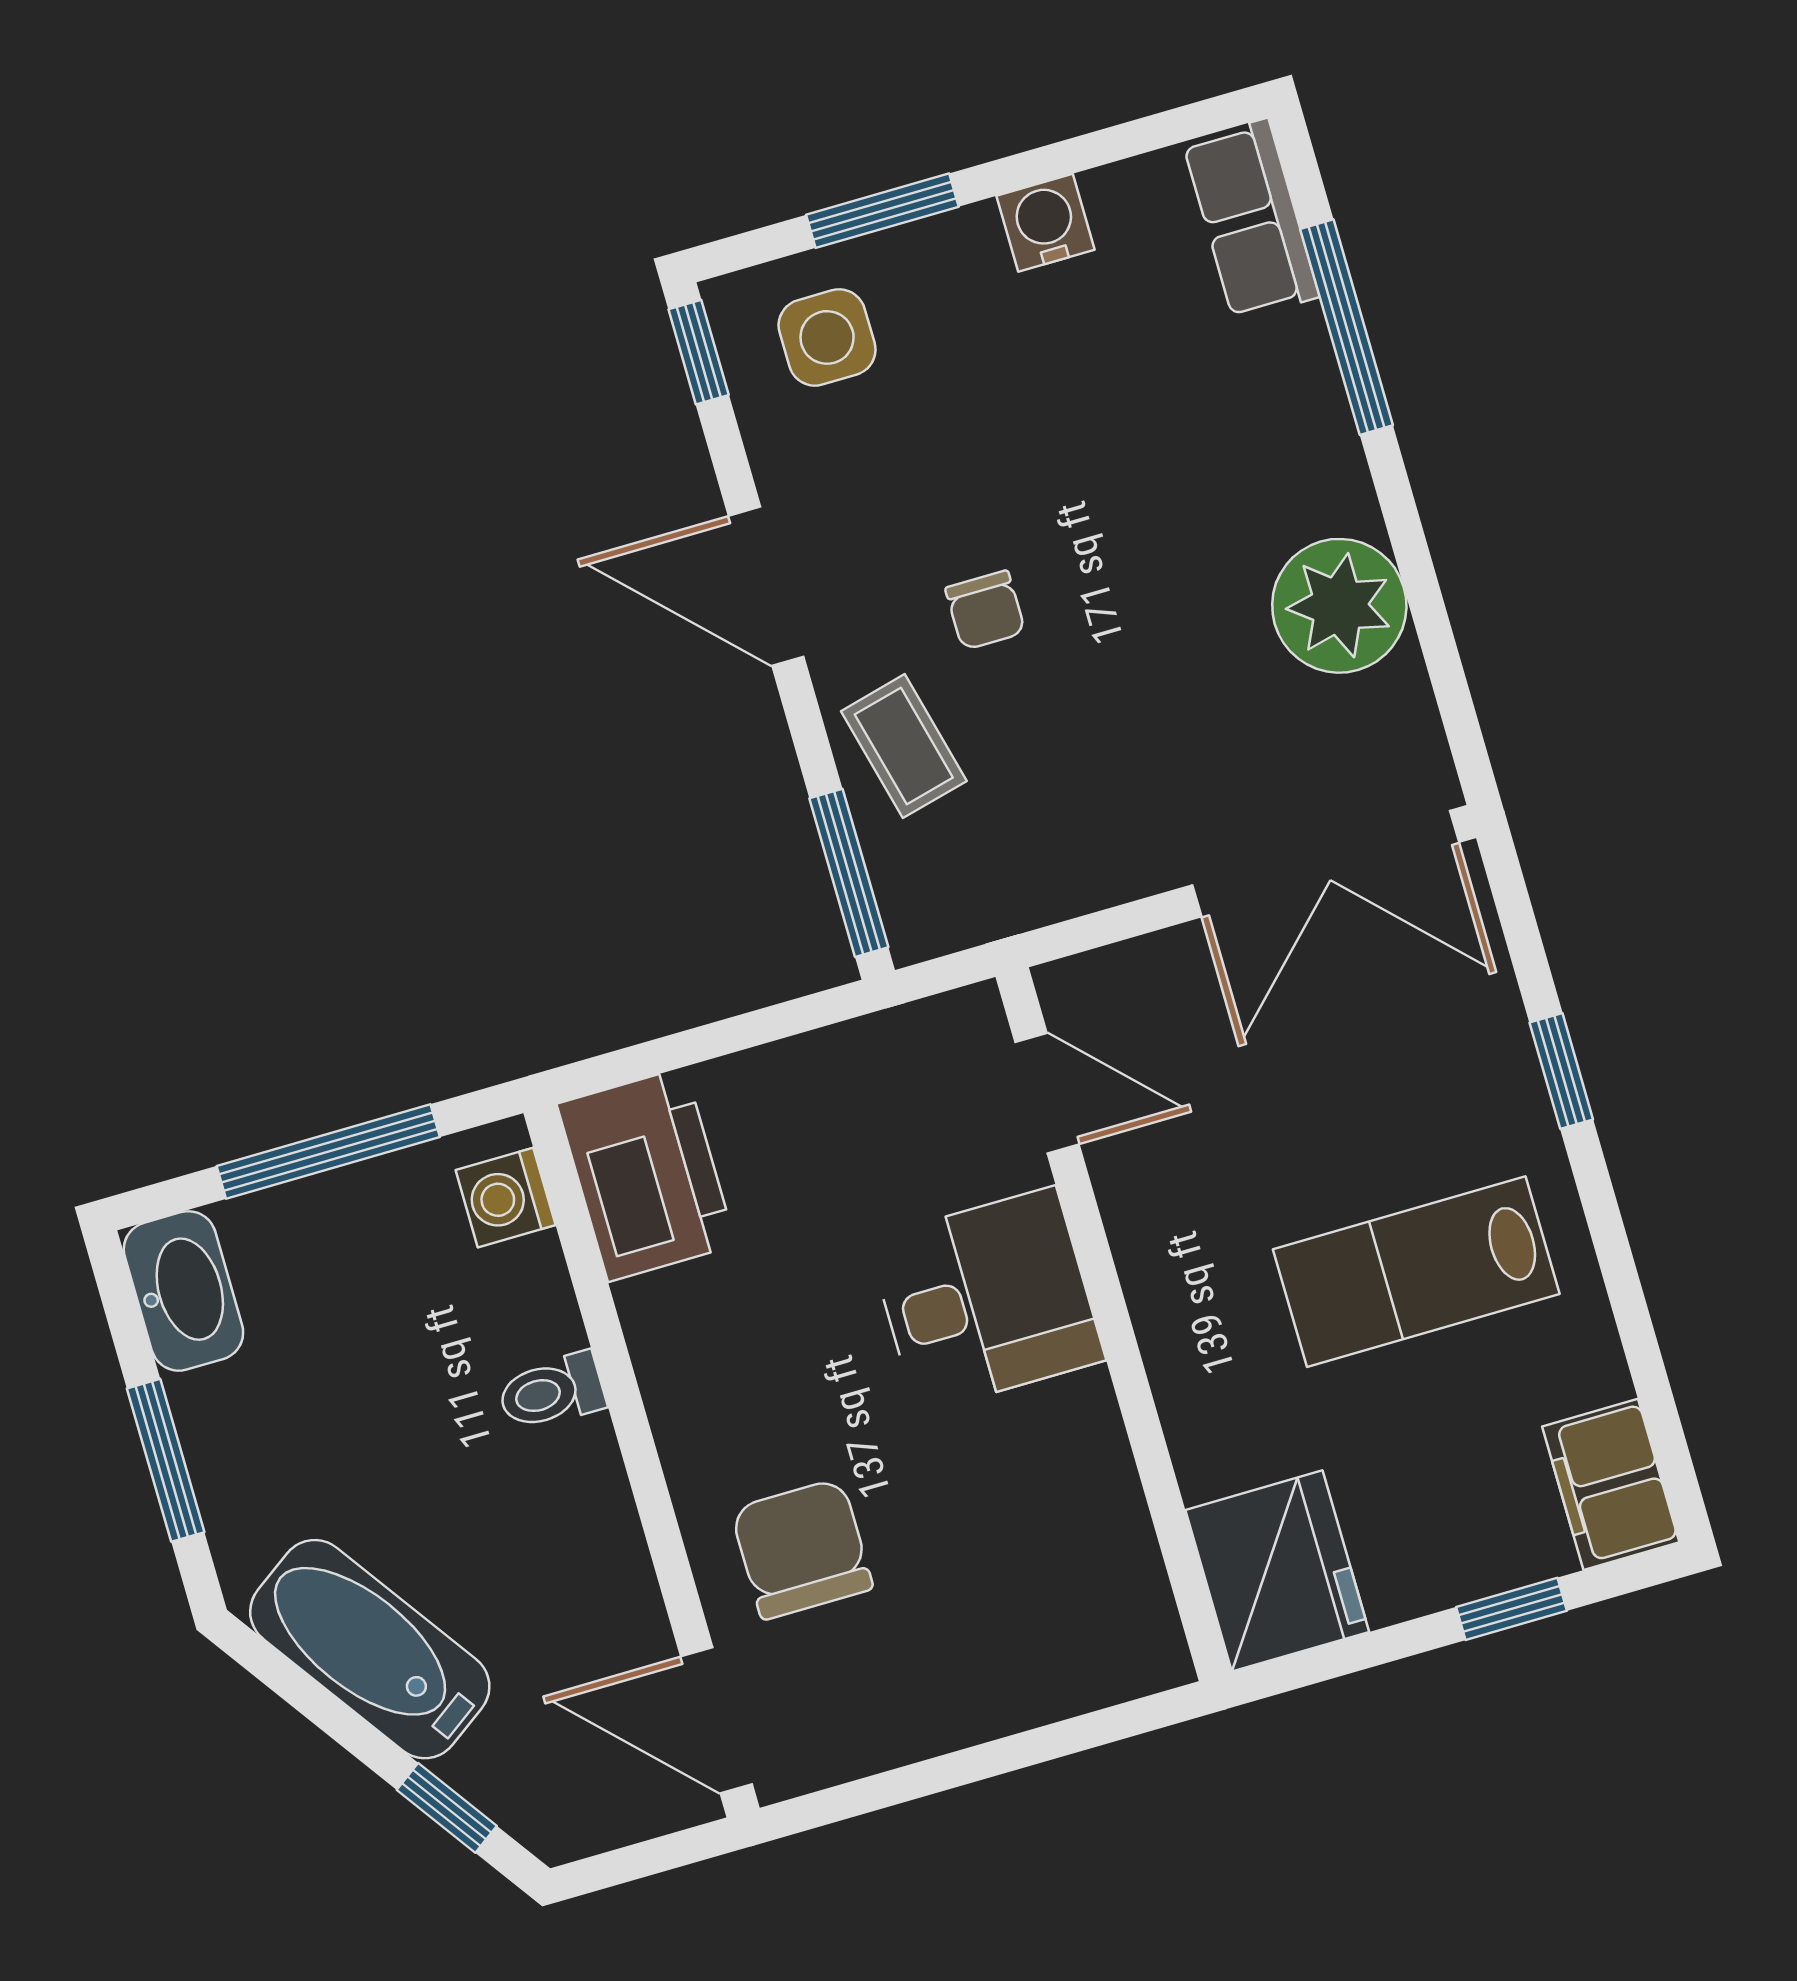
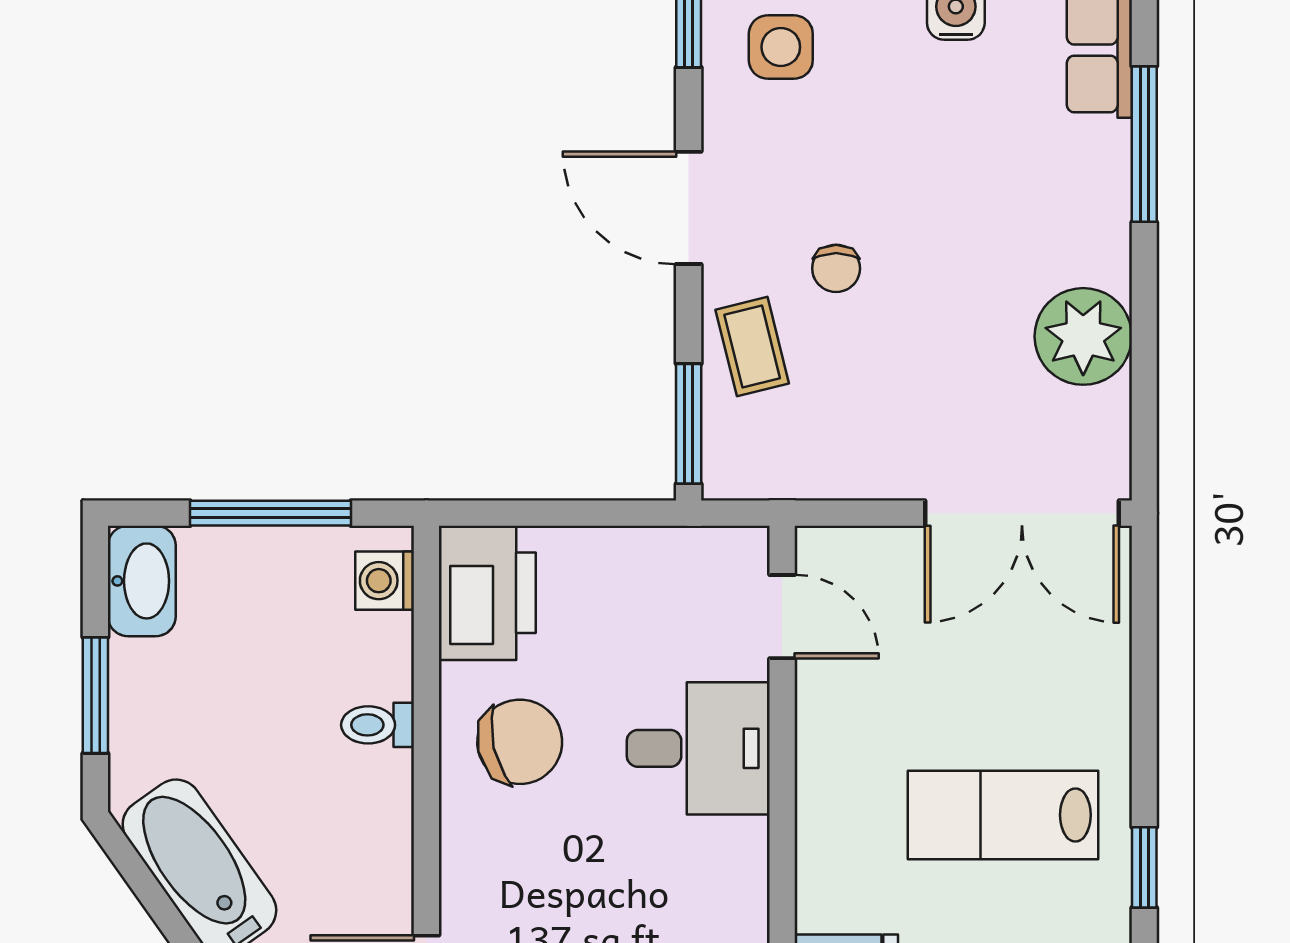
window: (1561, 1071) -> (1144, 867), moved
chair: (802, 1549) -> (520, 742), moved, turned 77

